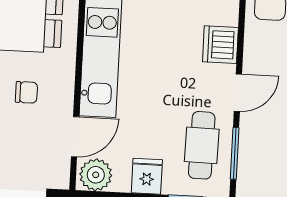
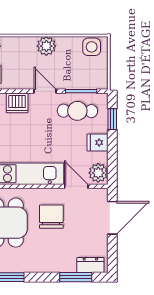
chair: (26, 92) -> (51, 217), width x1.87, depth x1.87

